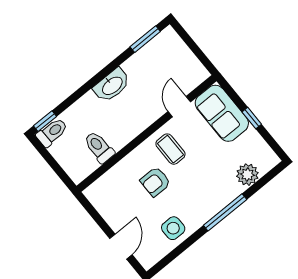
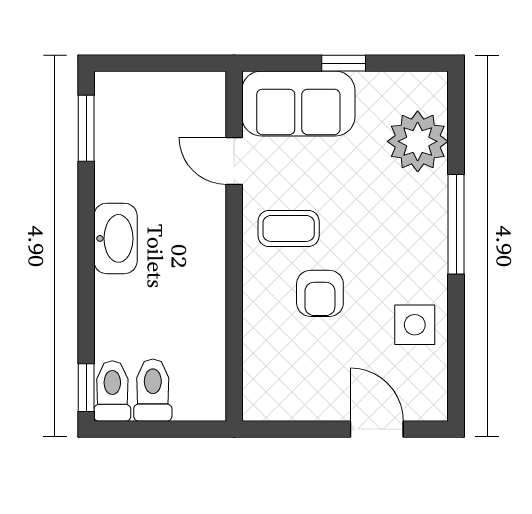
toilet: (99, 147) -> (153, 390), moved, turned 90
plant: (247, 175) -> (418, 141), width x1.36, depth x1.36

